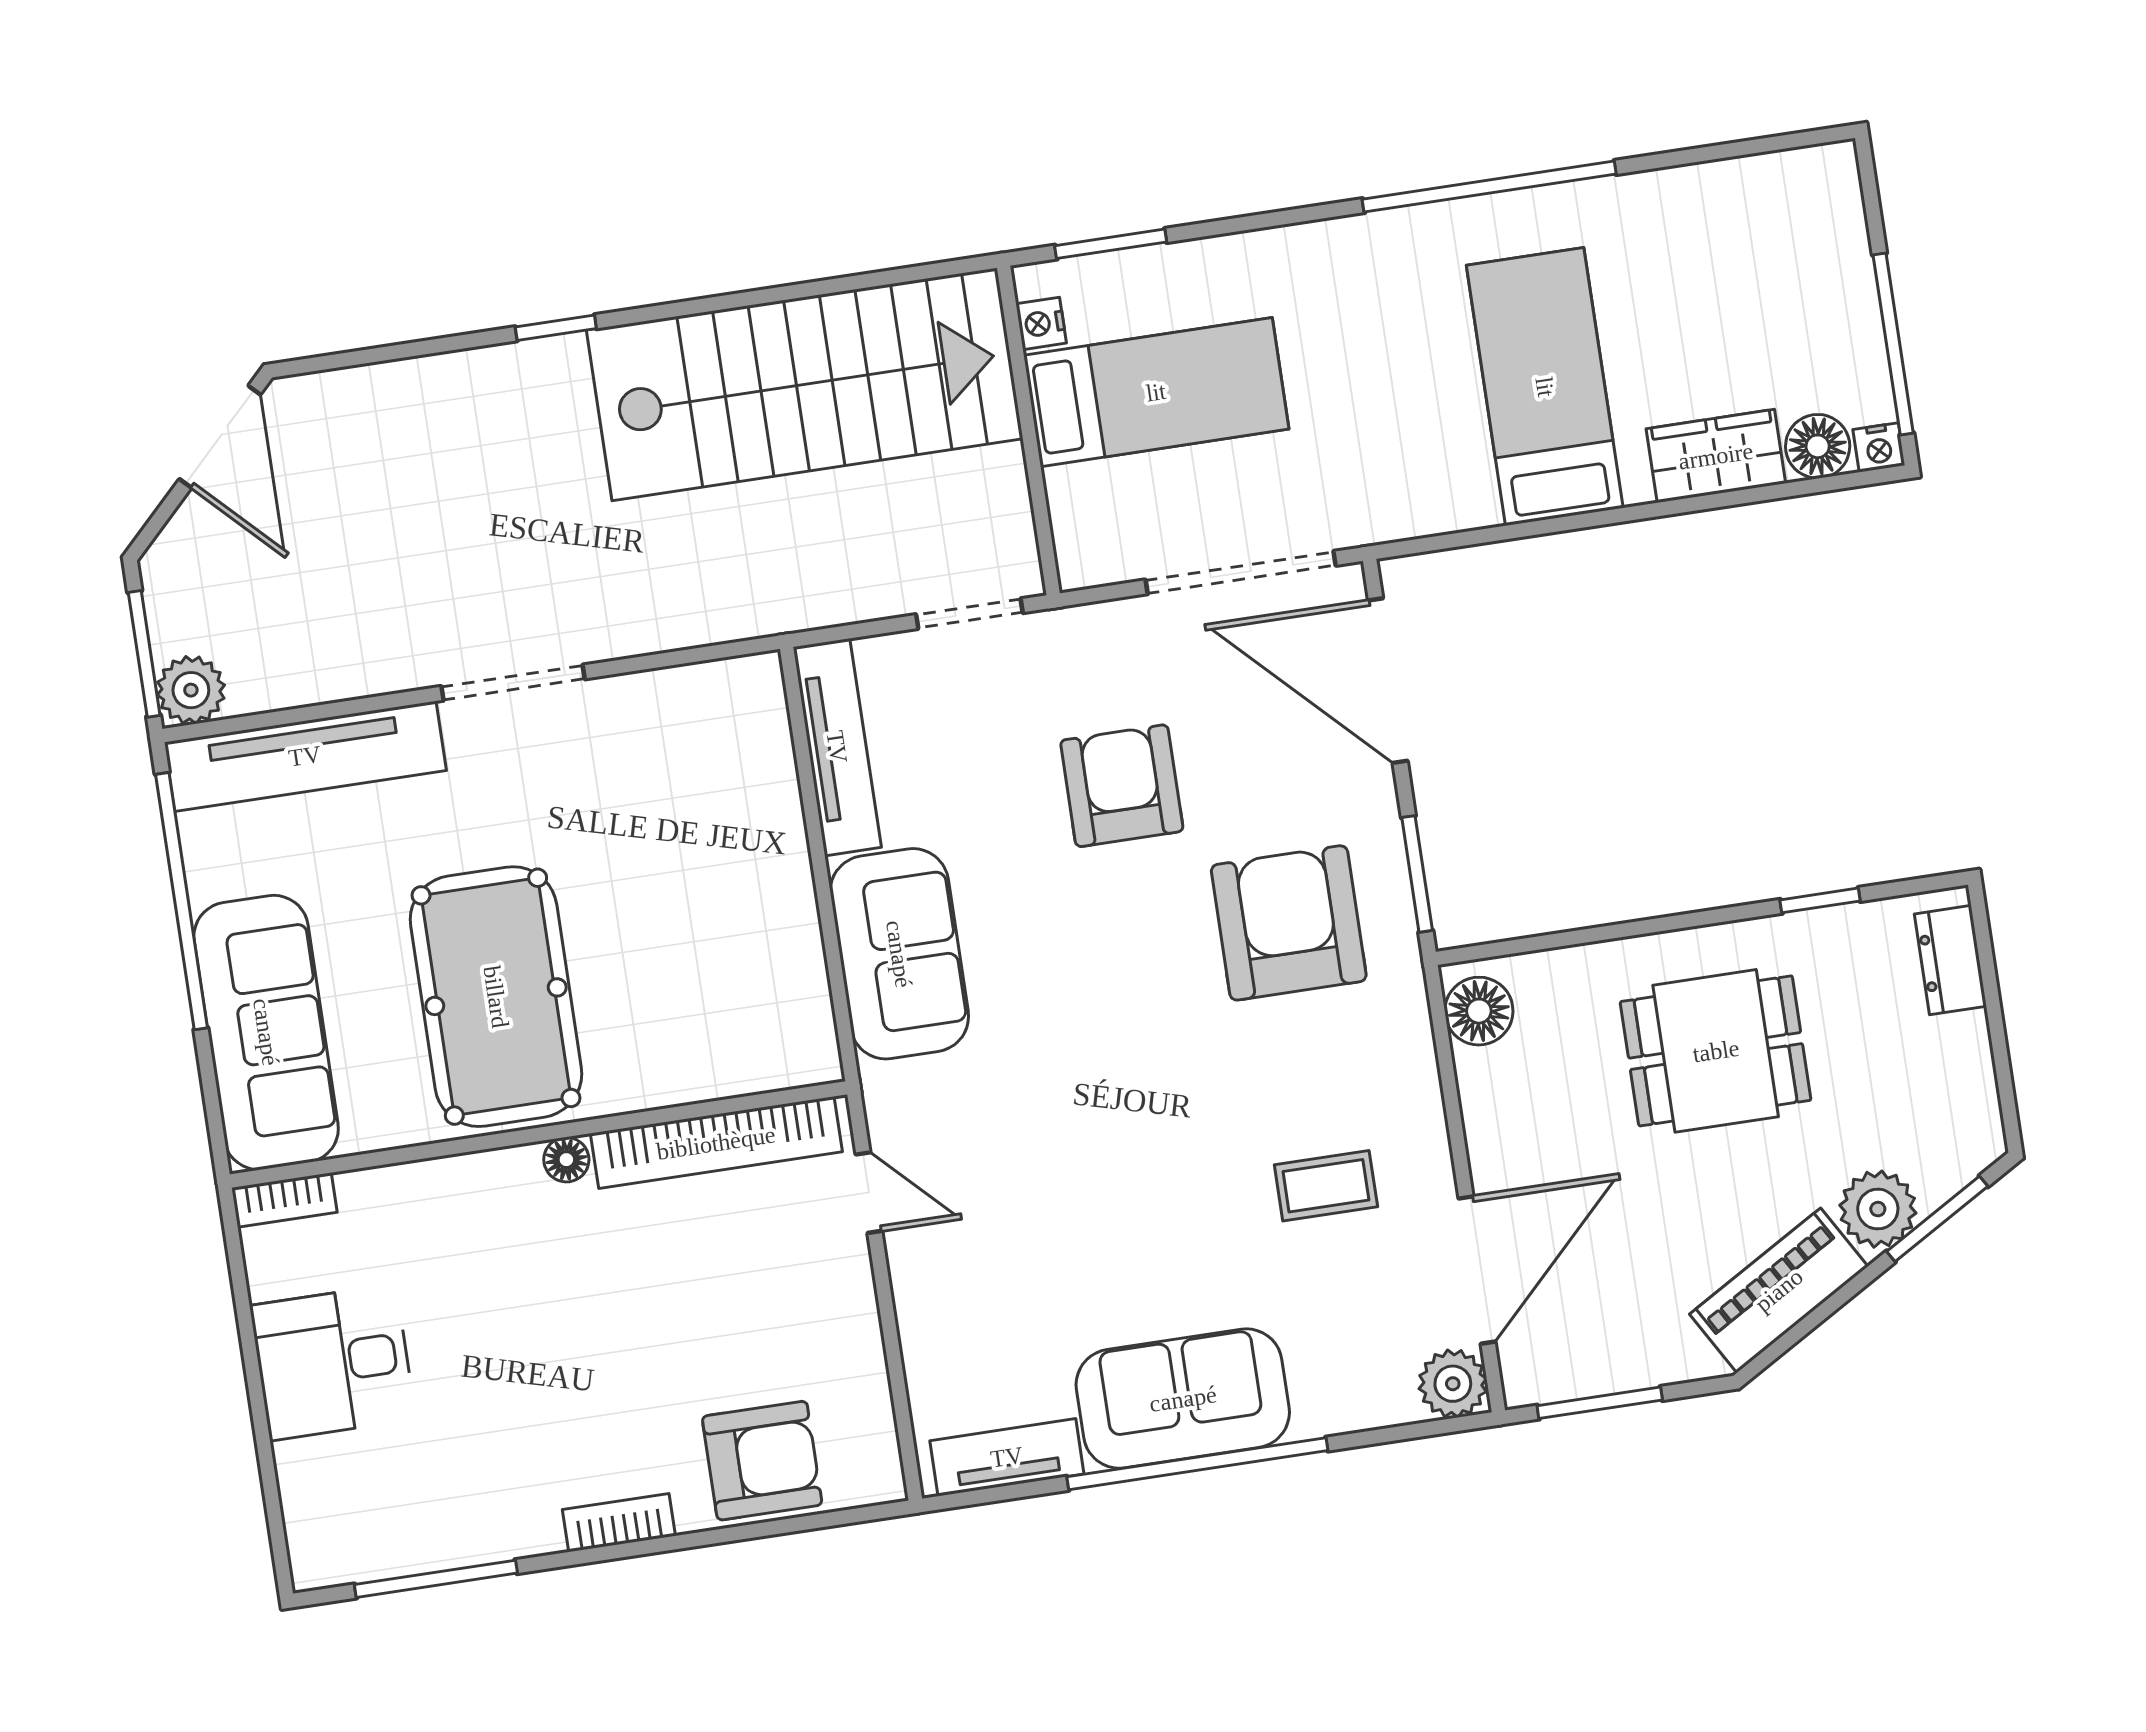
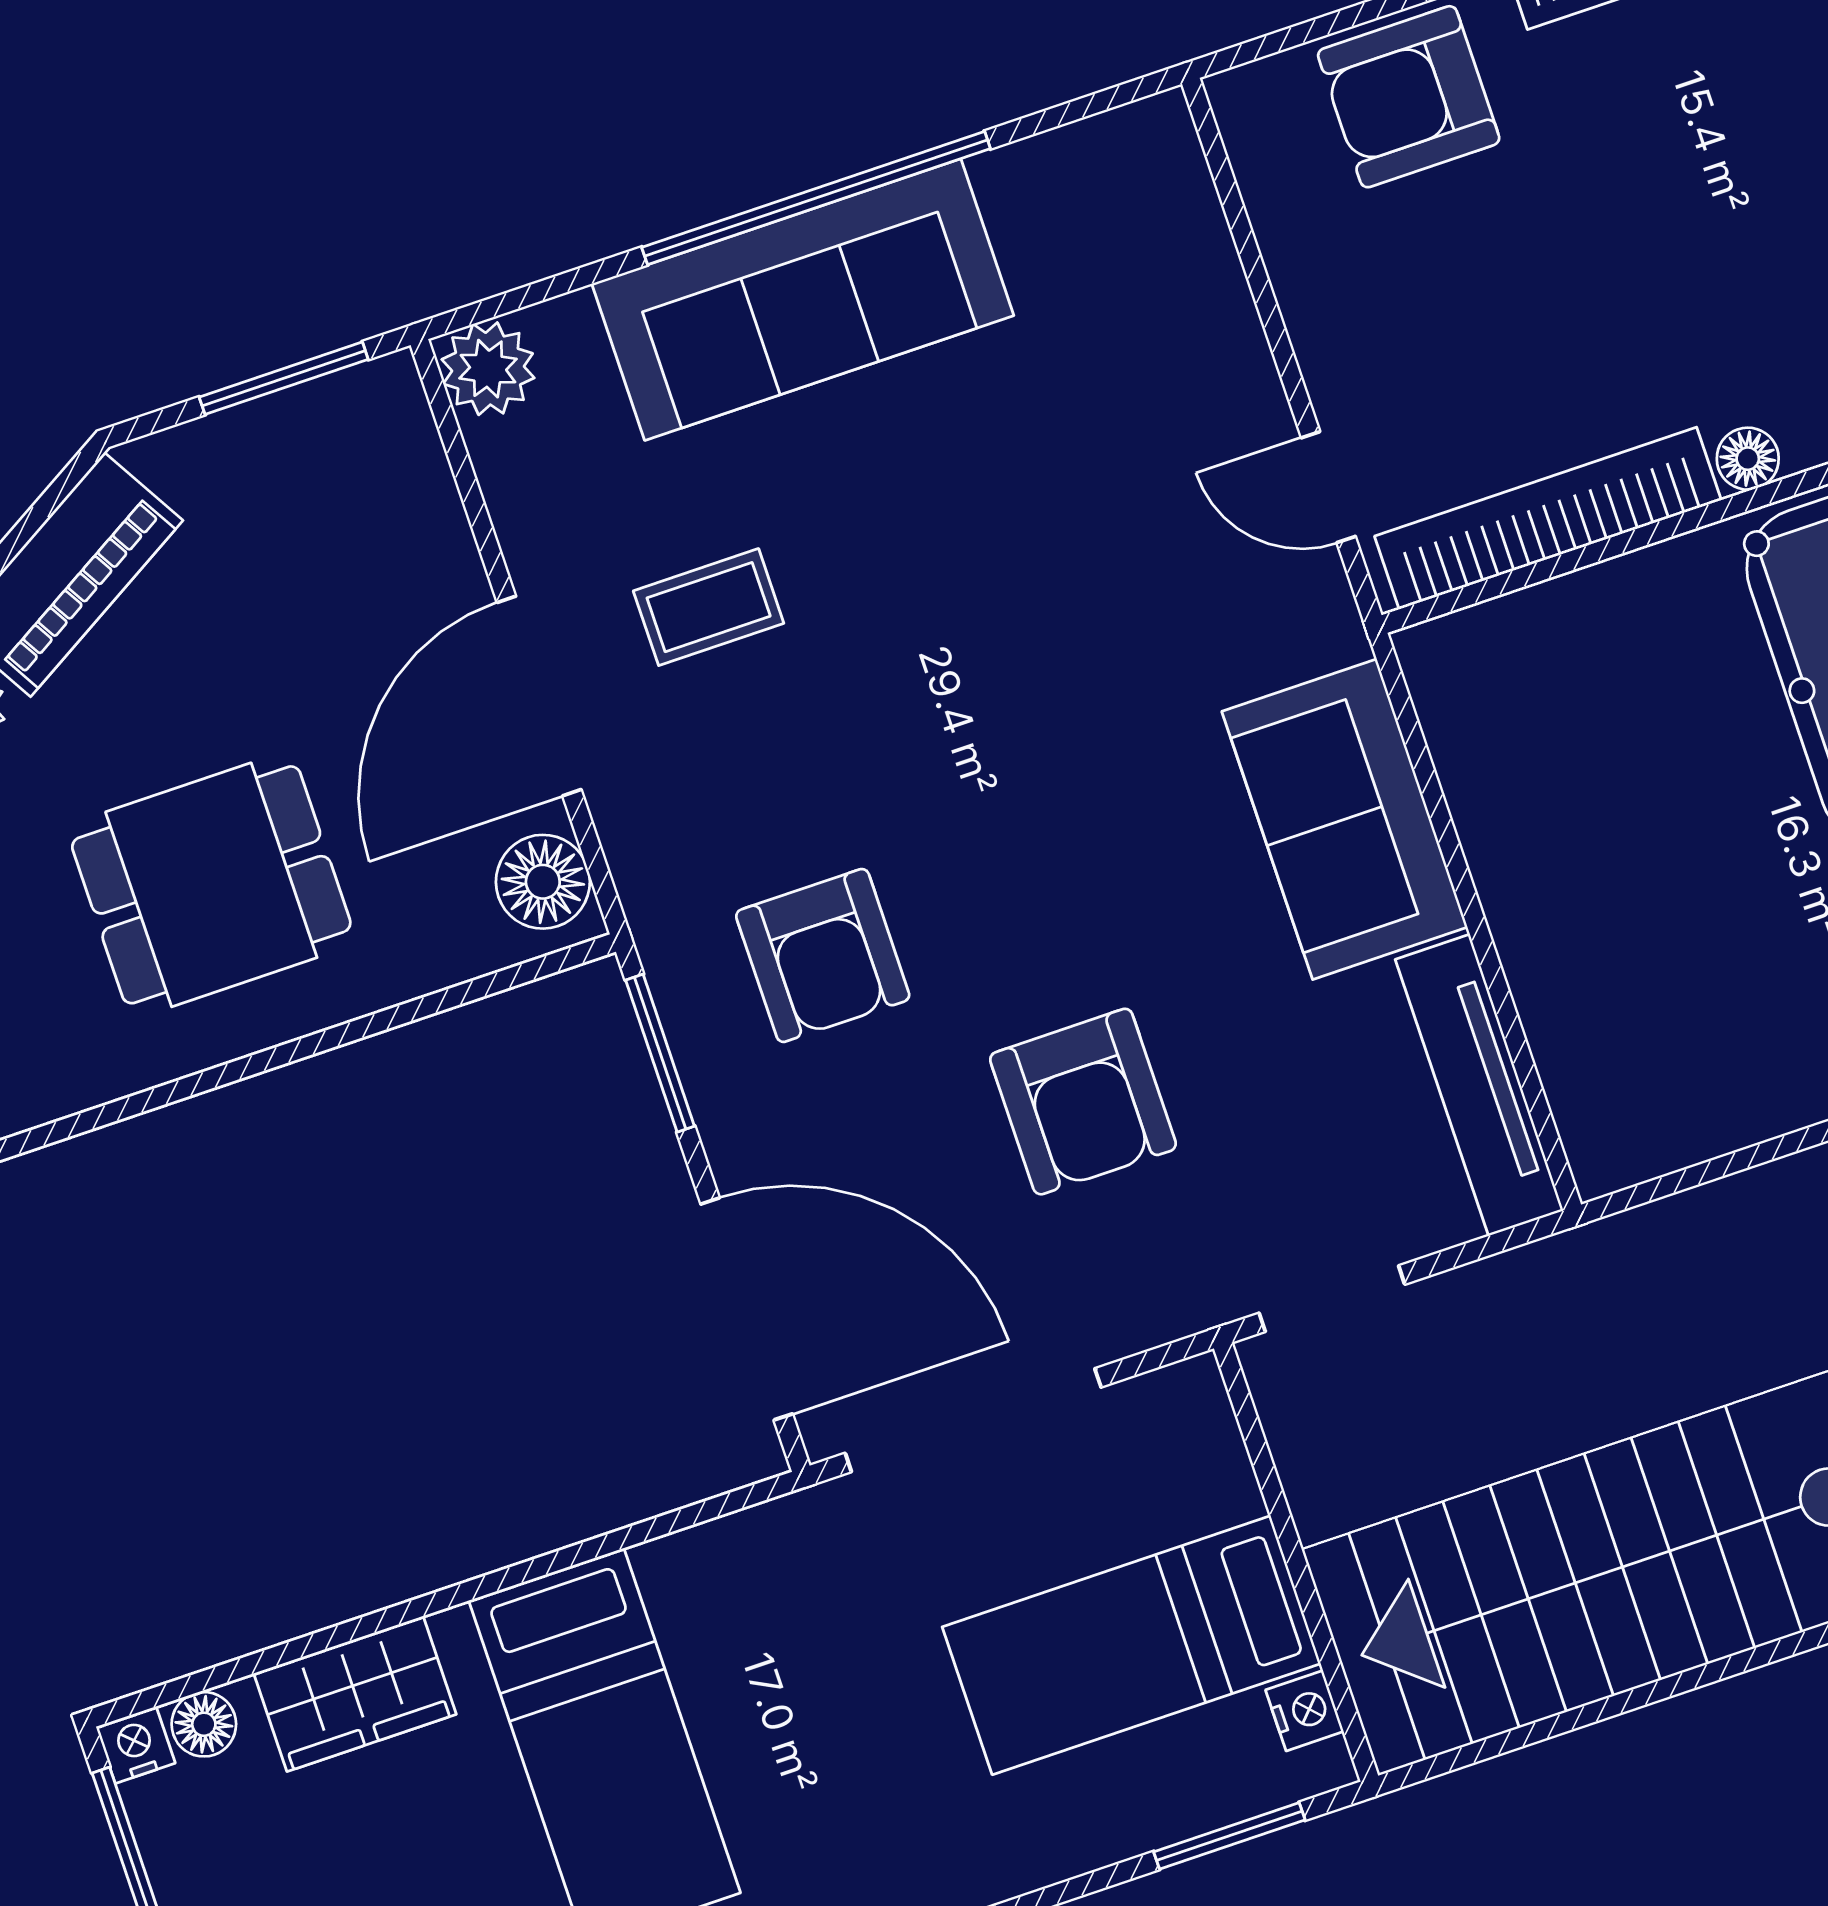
floor lamp: (1818, 446) -> (204, 1724), width x0.73, depth x0.73
window: (1820, 900) -> (106, 1115), removed
armchair: (1289, 923) -> (823, 955), width x0.73, depth x0.73
door: (1477, 1270) -> (539, 696), moved
sofa: (1183, 1399) -> (803, 300), width x1.36
tv unit: (1007, 1457) -> (1077, 161), removed

